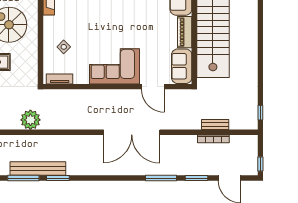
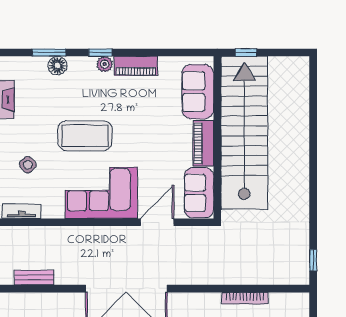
coffee table: (103, 27) -> (85, 136), added
door: (153, 87) -> (157, 222), swing flipped
bench: (215, 125) -> (34, 277), moved

